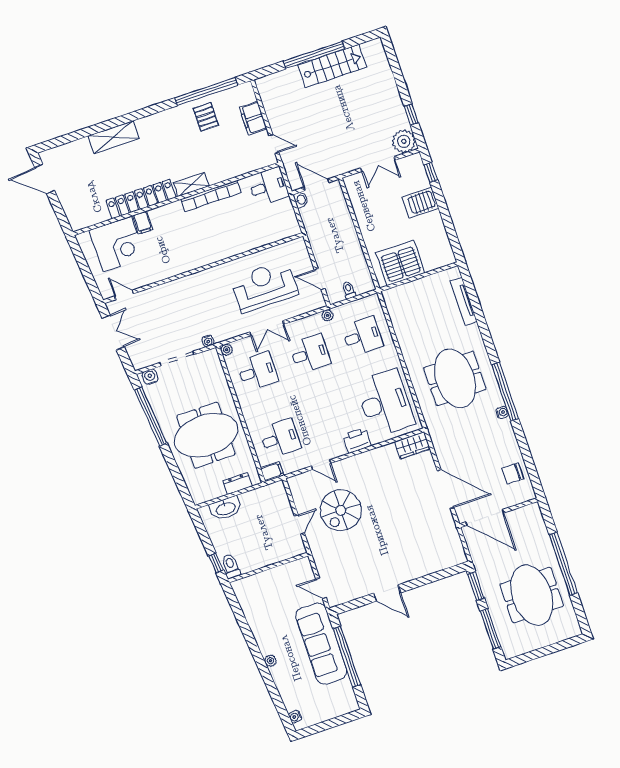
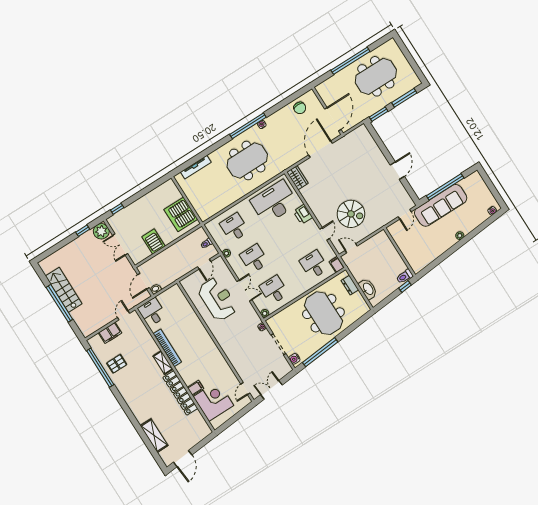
shelving: (114, 137) -> (154, 436), moved
double door: (378, 164) -> (120, 245), swing flipped
server rack: (420, 203) -> (154, 241), moved, turned 180
reception desk: (264, 286) -> (218, 299), turned 180
door: (299, 525) -> (351, 248), moved

